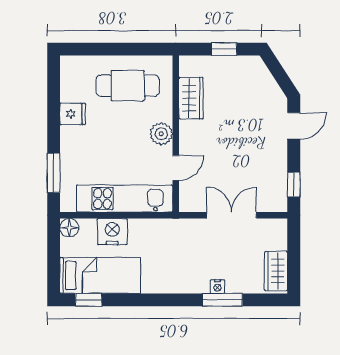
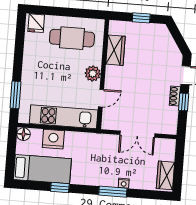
fridge: (73, 114) -> (36, 23), moved, turned 90
shoe rack: (281, 157) -> (175, 96), added
window: (294, 185) -> (184, 102), moved
double door: (231, 215) -> (137, 134), swing flipped
window: (89, 300) -> (60, 188), moved
window: (222, 300) -> (113, 192), moved

